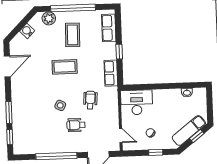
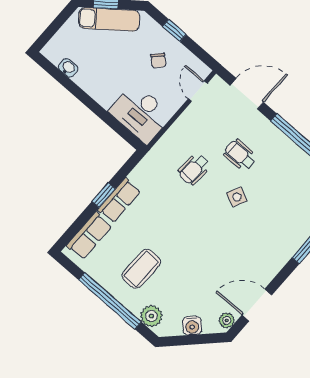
plant: (14, 47) -> (227, 320), added
coffee table: (65, 67) -> (188, 239), removed
row of seats: (111, 73) -> (119, 200), moved
wheelchair: (76, 125) -> (240, 155), turned 180

